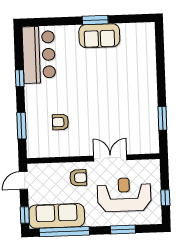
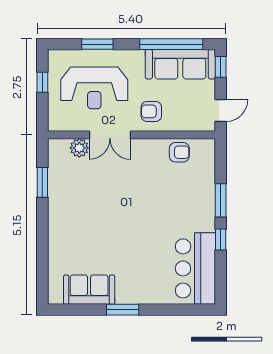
sofa: (99, 36) -> (89, 290), moved
armchair: (60, 122) -> (179, 152), moved
window: (21, 126) -> (221, 200), moved
plant: (134, 147) -> (79, 148), added

